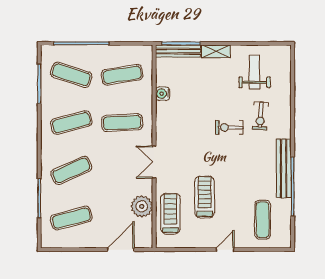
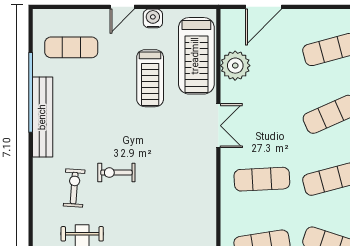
water cooler: (163, 94) -> (153, 18), moved, turned -90
exercise bike: (229, 127) -> (116, 173), turned 180
treadmill: (170, 214) -> (196, 56), width x1.37, depth x1.38
exercise mat: (263, 220) -> (71, 47), turned 90

